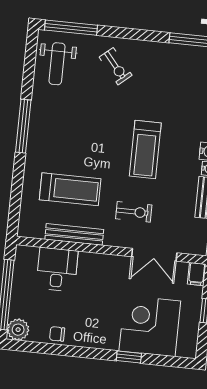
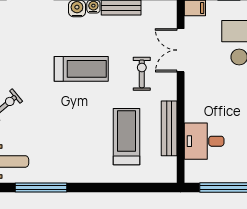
window: (23, 126) -> (41, 188), moved
double door: (154, 255) -> (181, 50), swing flipped

